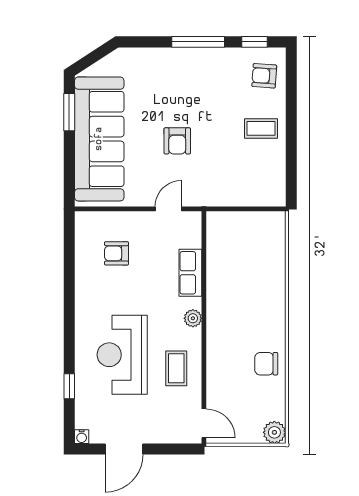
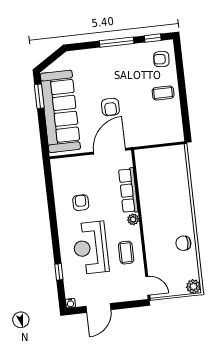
door: (168, 209) -> (110, 151), width x1.88
armchair: (116, 253) -> (81, 203), moved, turned 90
row of seats: (190, 273) -> (128, 190), width x1.48

